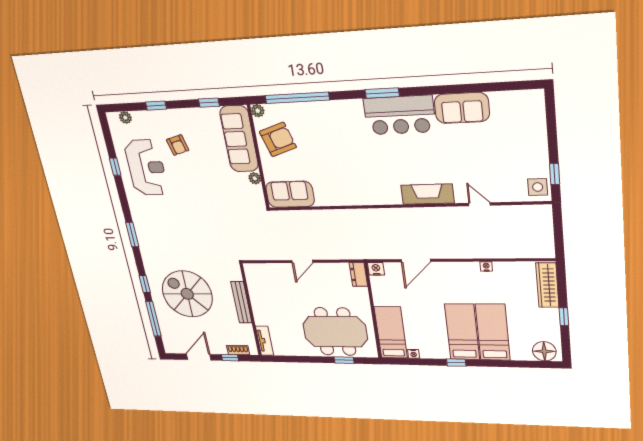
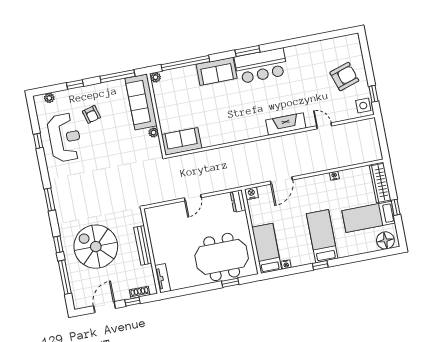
window: (209, 103) -> (117, 76), width x2.17
sofa: (462, 108) -> (217, 71), moved
armchair: (278, 139) -> (344, 77), moved
bed: (493, 332) -> (369, 217), moved, turned -90

